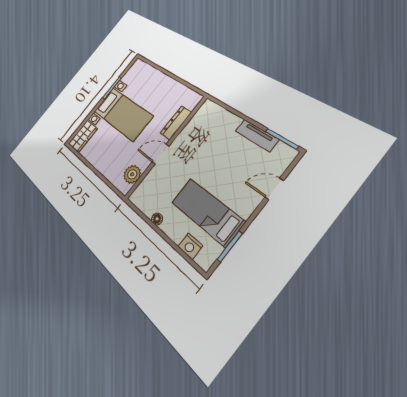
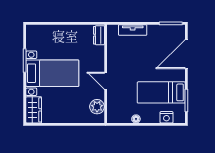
dresser: (176, 123) -> (99, 35), moved, width x0.70
tv unit: (257, 135) -> (133, 30), moved
door: (161, 154) -> (106, 81), hinge flipped
door: (274, 189) -> (186, 54), width x1.88

